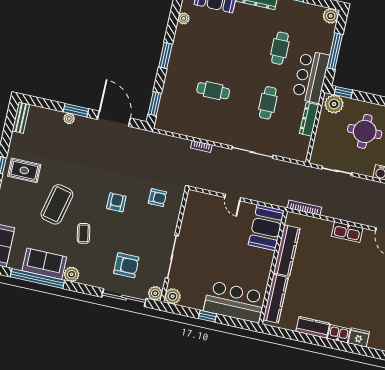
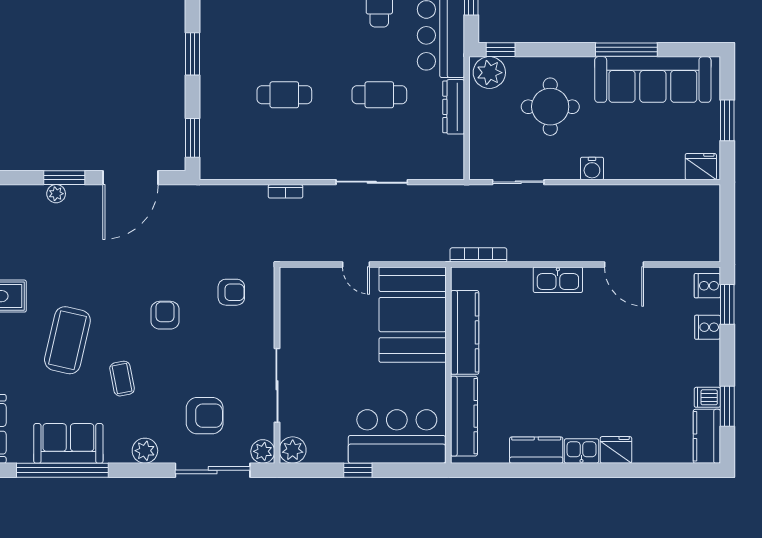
cafe table: (268, 103) -> (379, 95), turned 90
door: (114, 119) -> (130, 178), swing flipped
booth: (266, 228) -> (413, 315), width x1.36, depth x1.42
plant: (72, 274) -> (145, 451), moved

